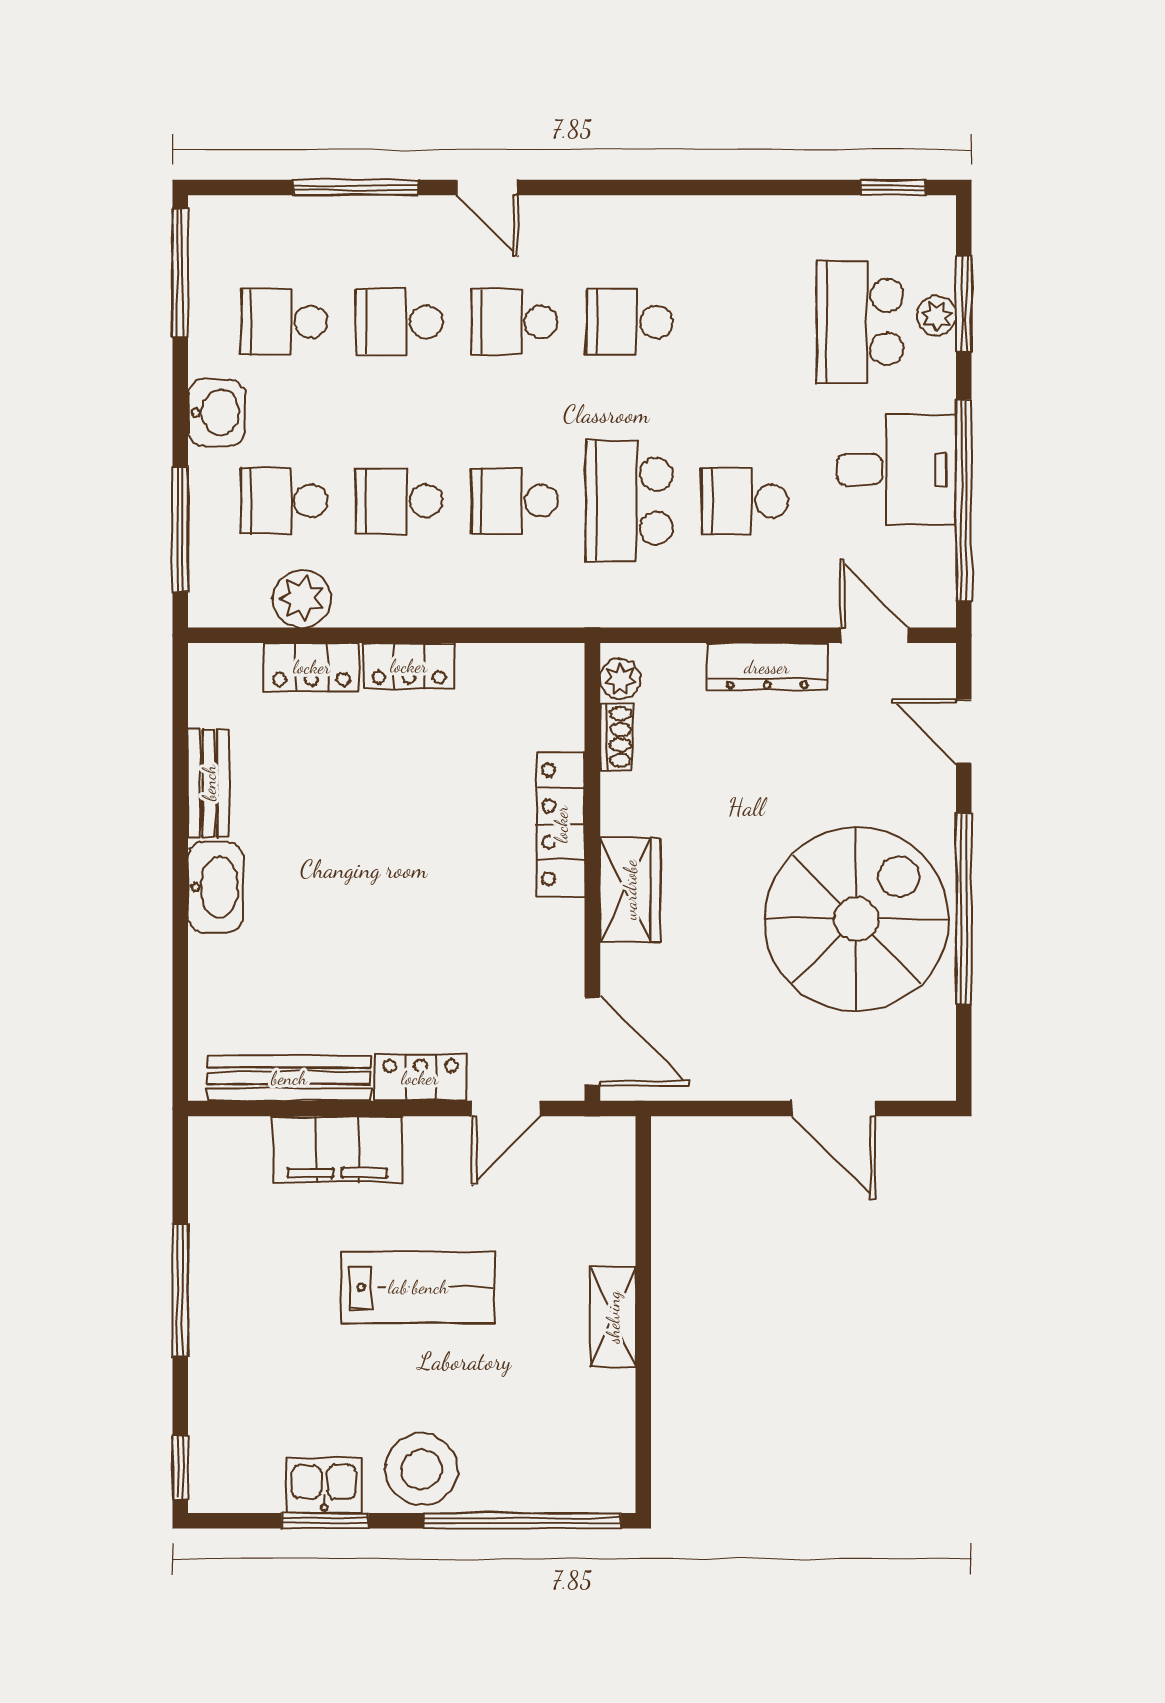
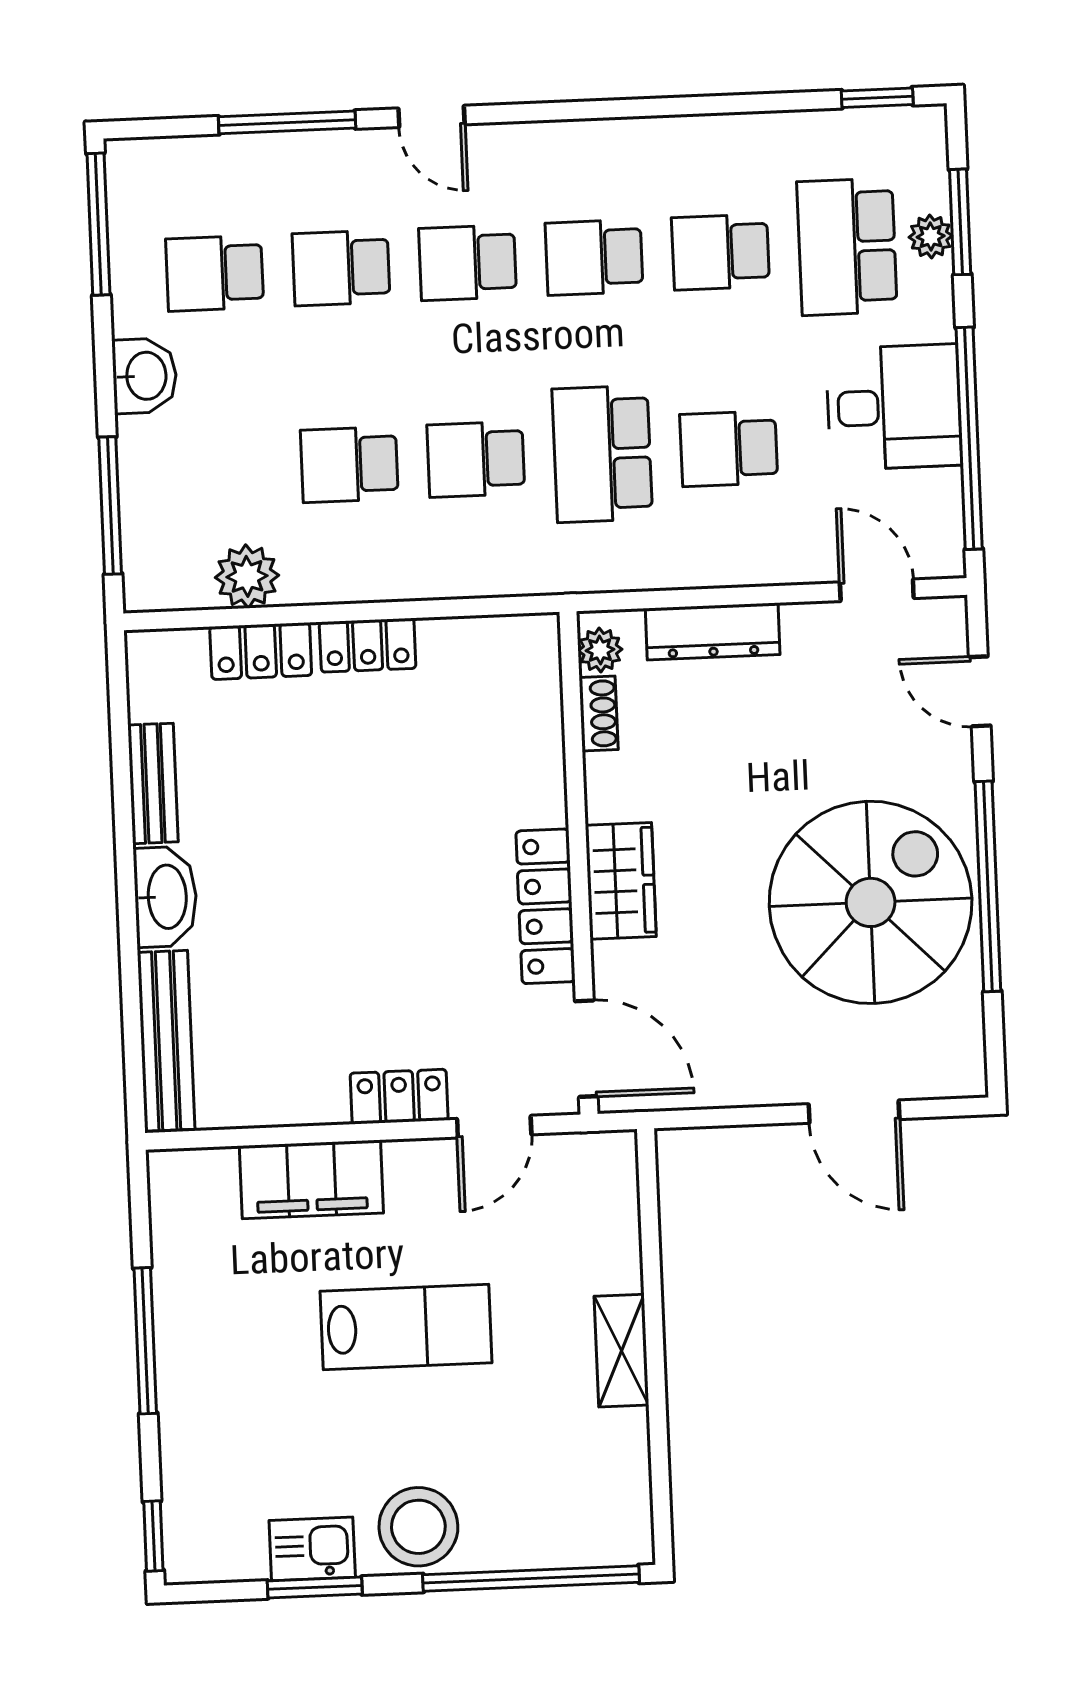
school desk: (284, 501) -> (720, 252), moved
dresser: (767, 667) -> (713, 631), moved
locker: (561, 824) -> (545, 906), moved
bench: (289, 1078) -> (166, 1041), moved, turned 90

